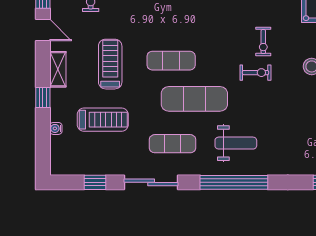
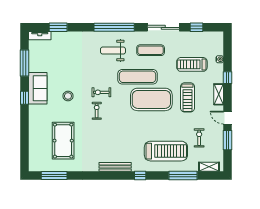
exercise mat: (171, 61) -> (151, 99), width x2.00, depth x1.45

